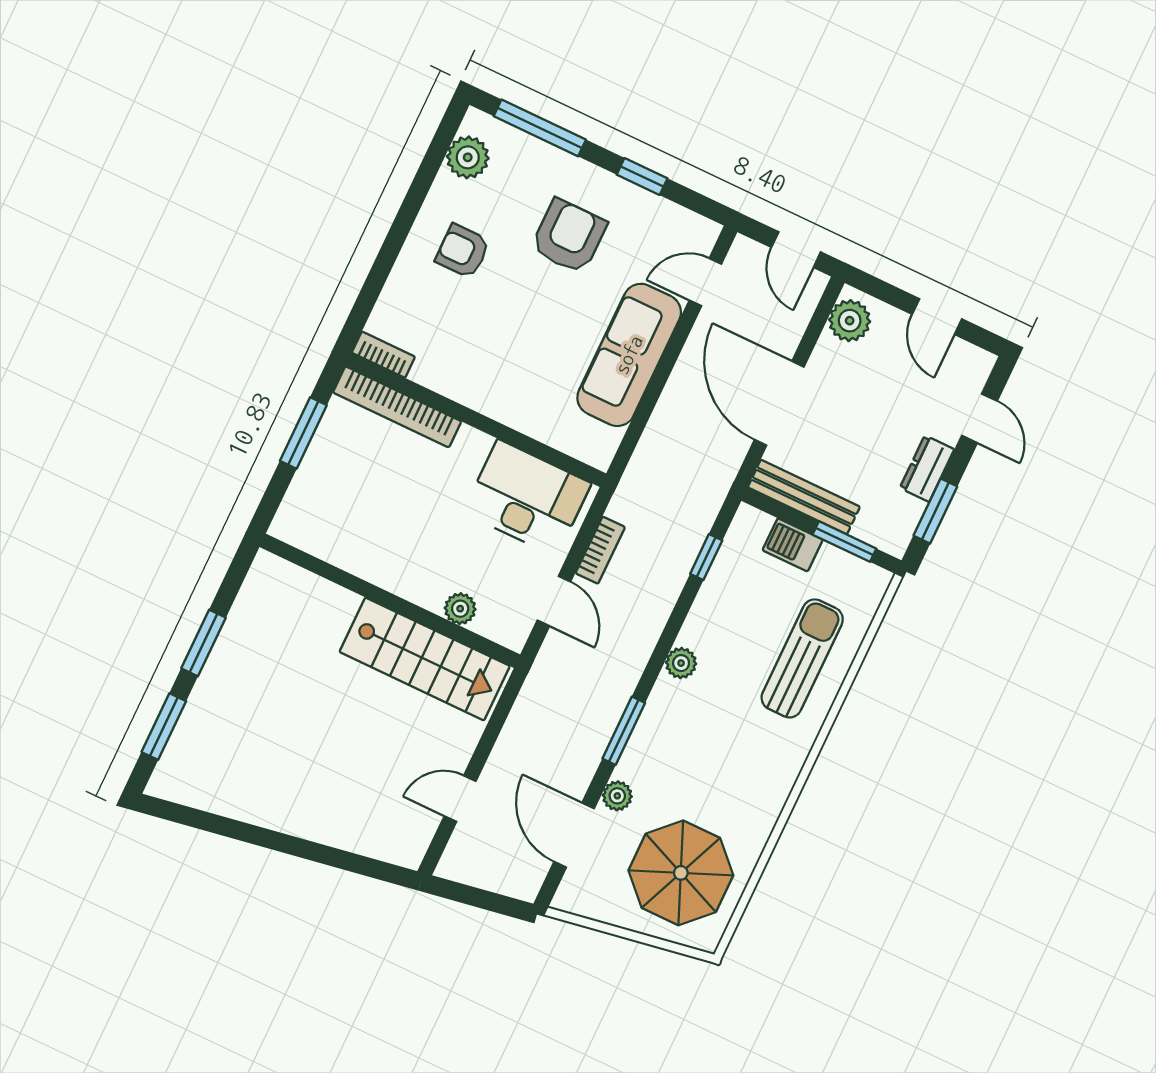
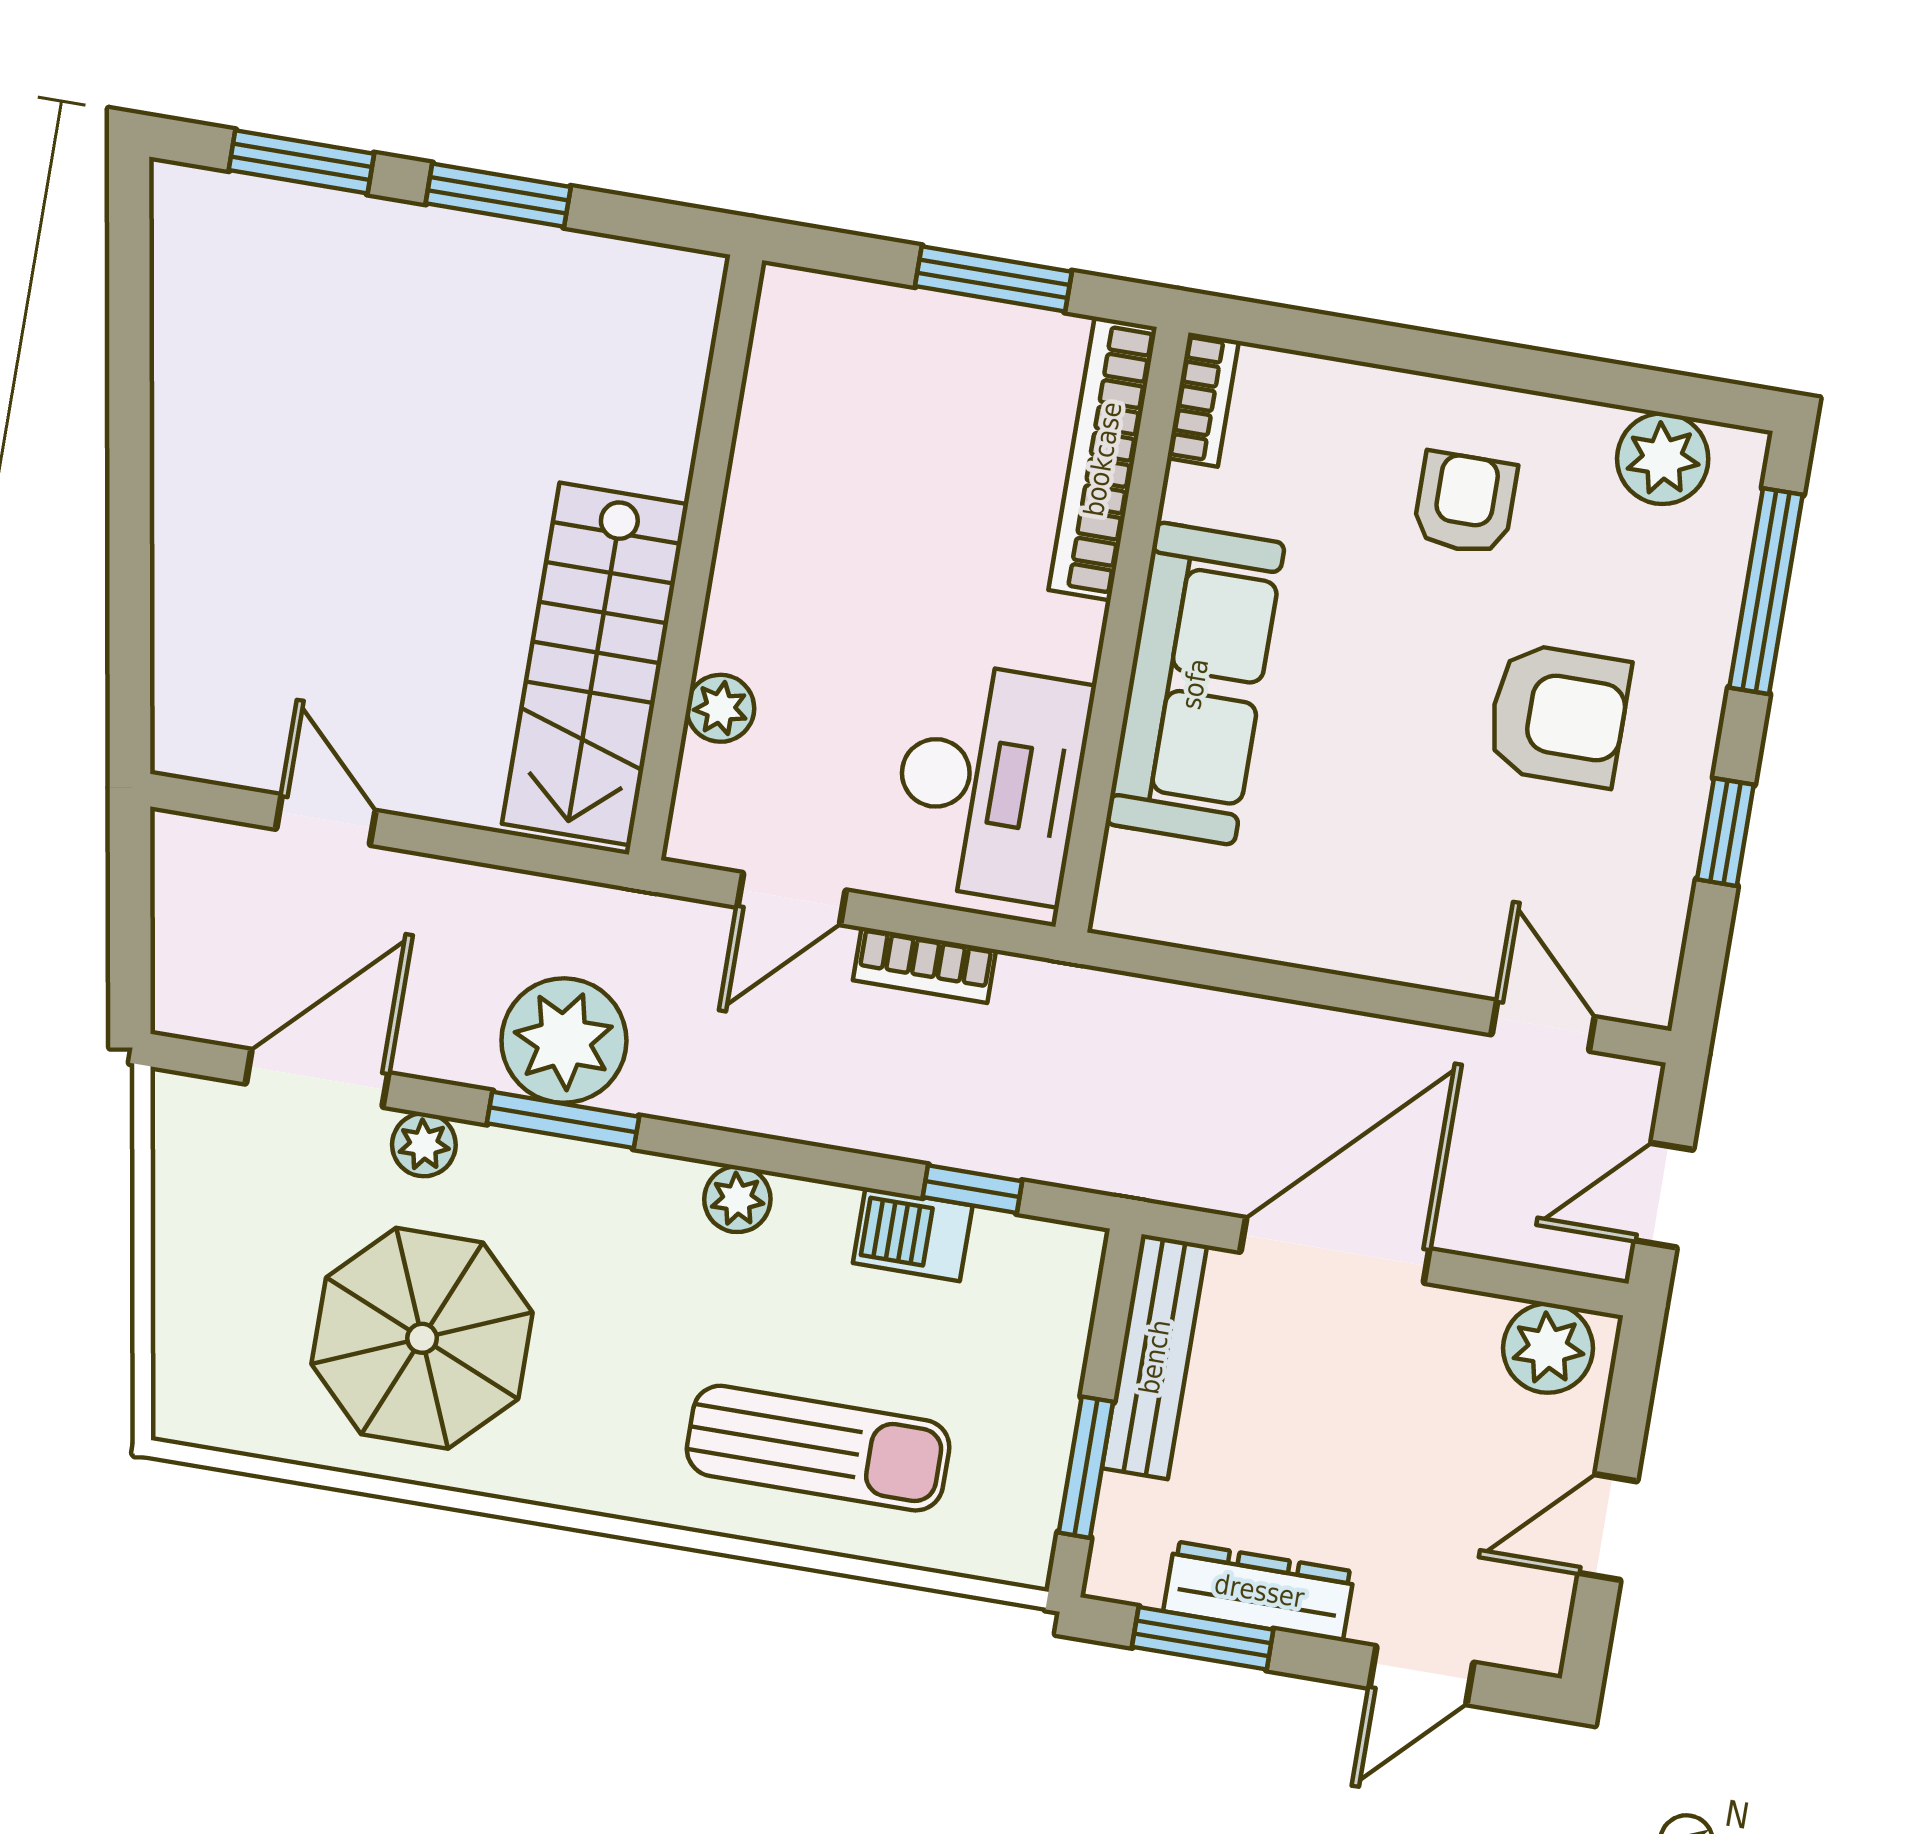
sofa: (629, 355) -> (1195, 684), moved, turned 90
dresser: (927, 469) -> (1259, 1591), width x1.44
barbecue: (793, 545) -> (913, 1234), moved, turned -90
plant: (588, 720) -> (564, 1041), added
parasol: (681, 873) -> (422, 1338), moved

